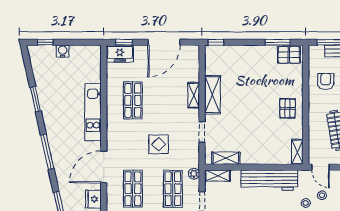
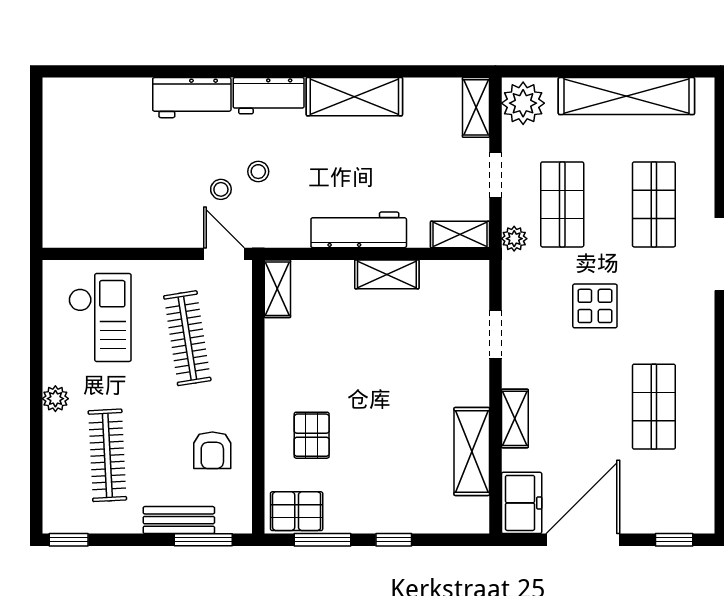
window: (216, 42) -> (394, 540), moved
freezer: (120, 54) -> (522, 503), moved, turned 90
shelving: (212, 95) -> (472, 451), moved
pallet: (288, 108) -> (312, 435), moved
shelving: (226, 158) -> (387, 274), moved
workbench: (269, 180) -> (359, 230), width x0.73, depth x0.76

